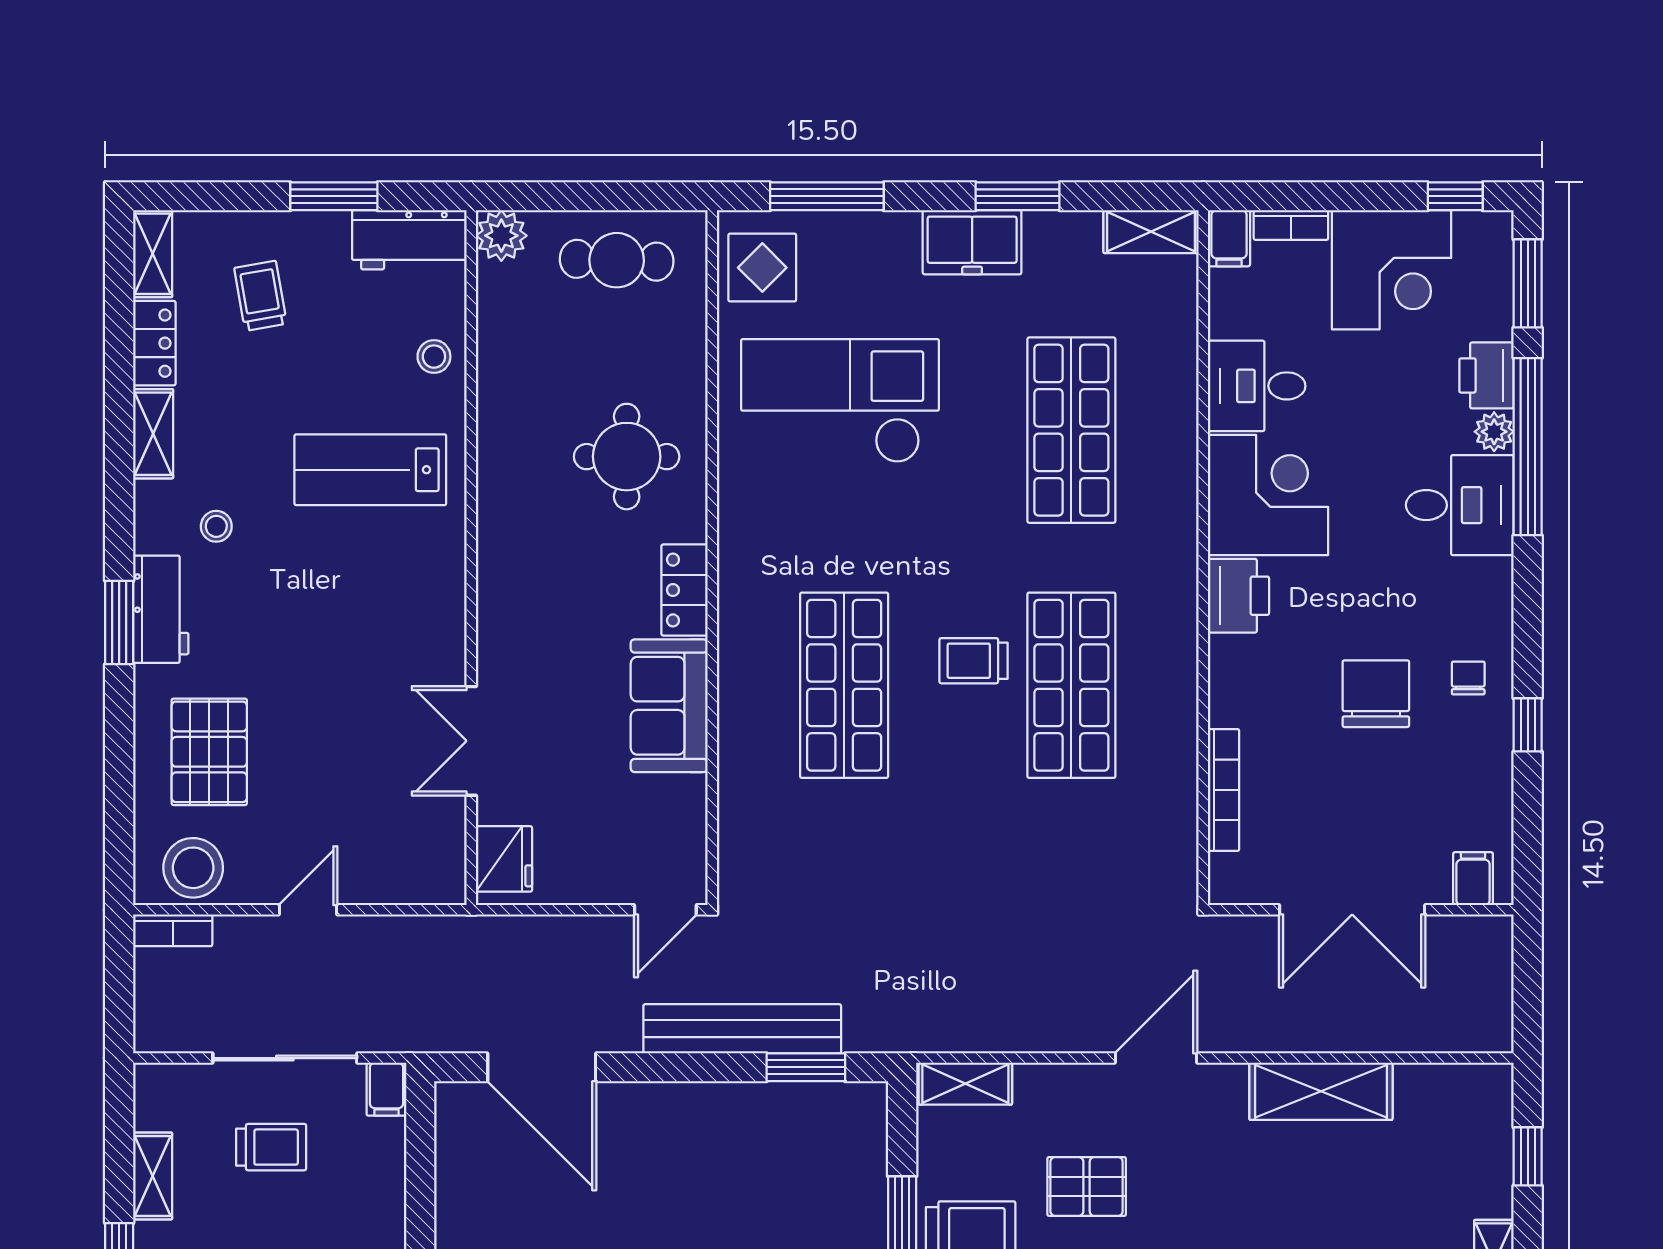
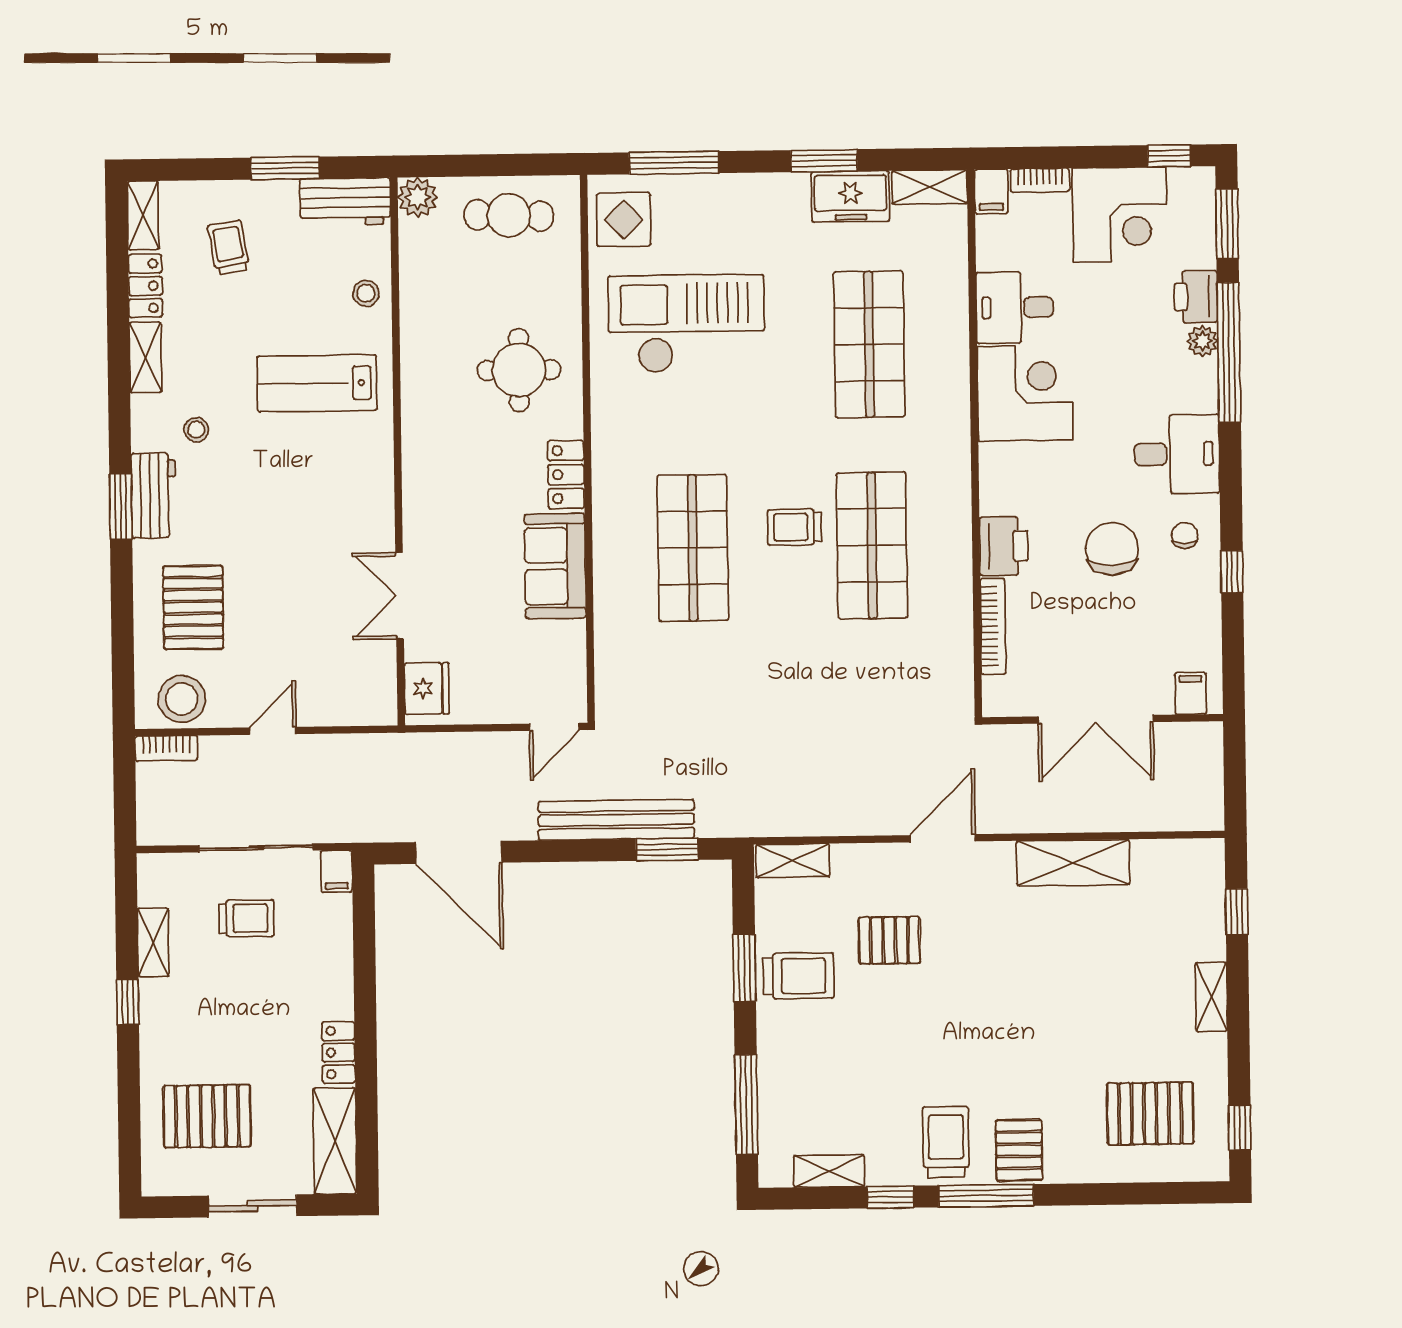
freezer: (972, 242) -> (850, 196), moved
desk: (1460, 505) -> (1177, 454), moved
printer: (1238, 596) -> (1004, 546), moved

